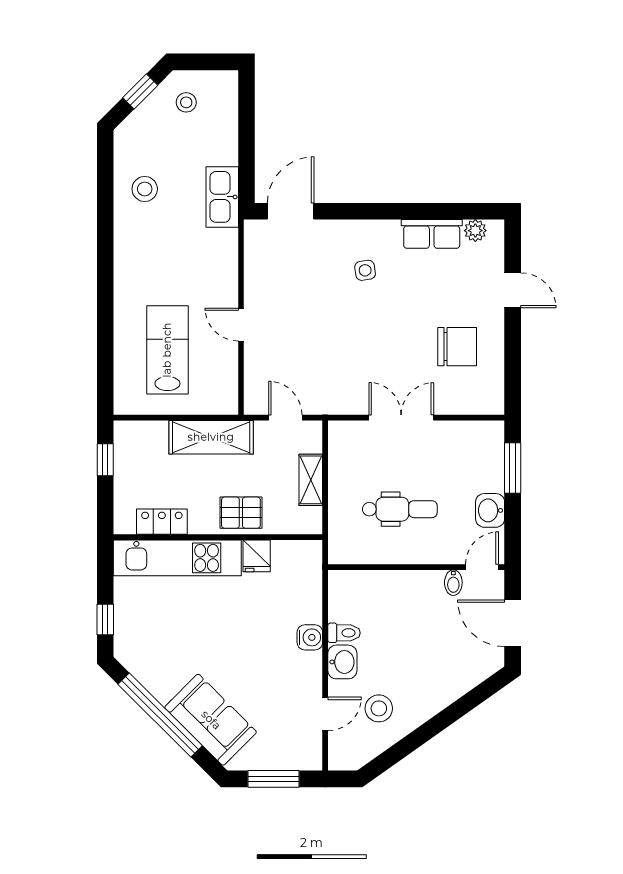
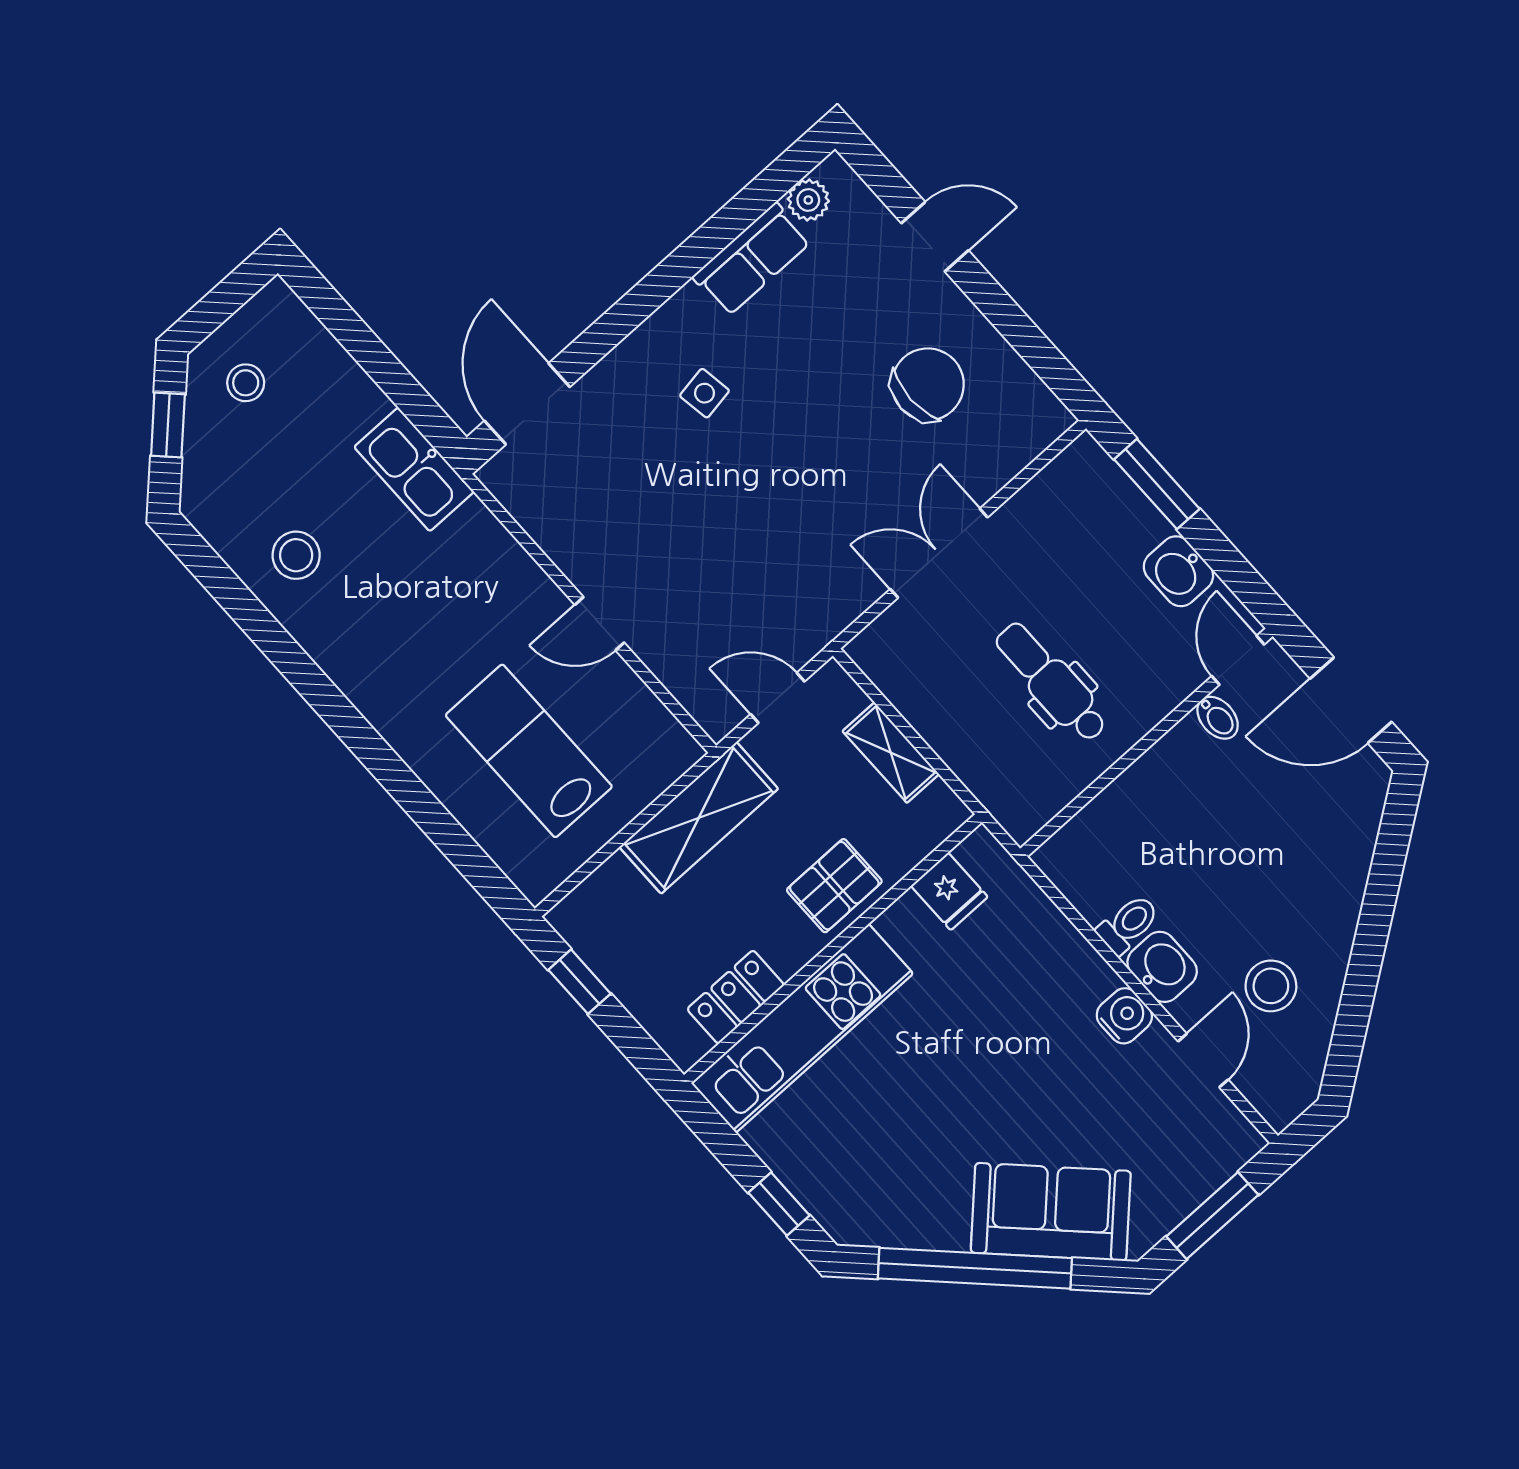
dental chair: (400, 509) -> (1051, 682), turned -90
fridge: (257, 556) -> (949, 891), moved
water cooler: (310, 637) -> (1124, 1016), moved

